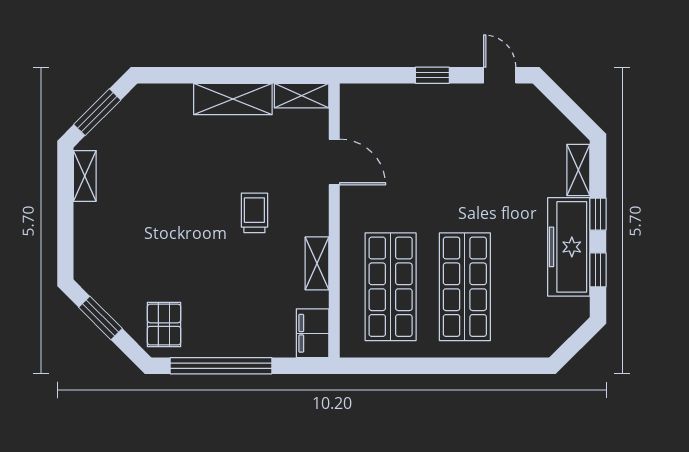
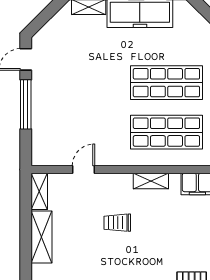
window: (432, 75) -> (26, 104), width x2.17
door: (334, 162) -> (83, 170), width x0.73

